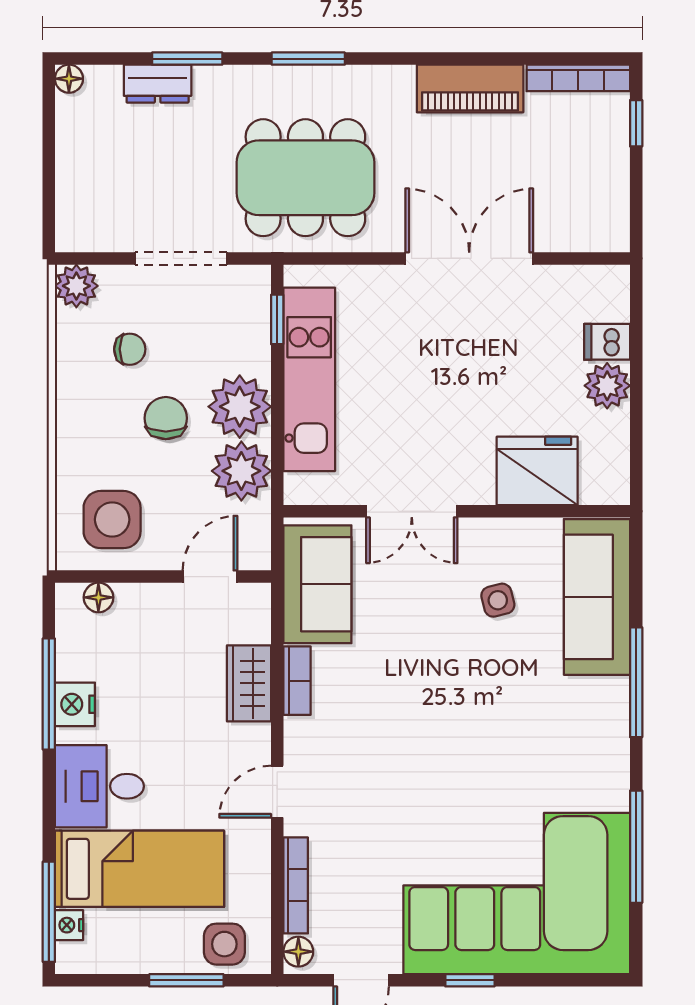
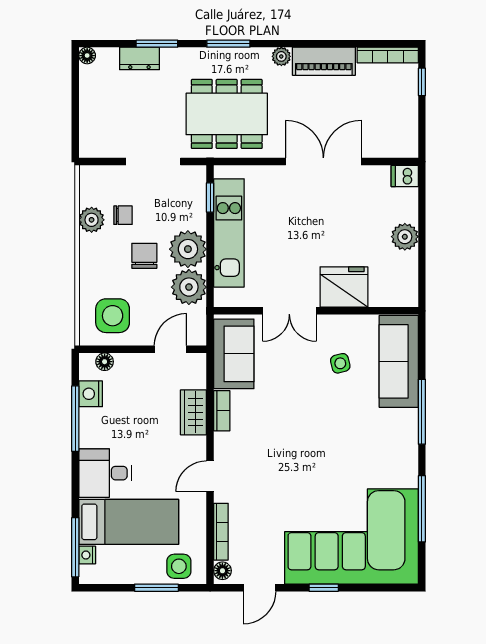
plant: (398, 80) -> (281, 56), added
plant: (76, 286) -> (92, 220), moved
dishwasher: (607, 342) -> (405, 176), moved
fridge: (537, 471) -> (344, 287), moved
nightstand: (75, 704) -> (91, 394), moved

